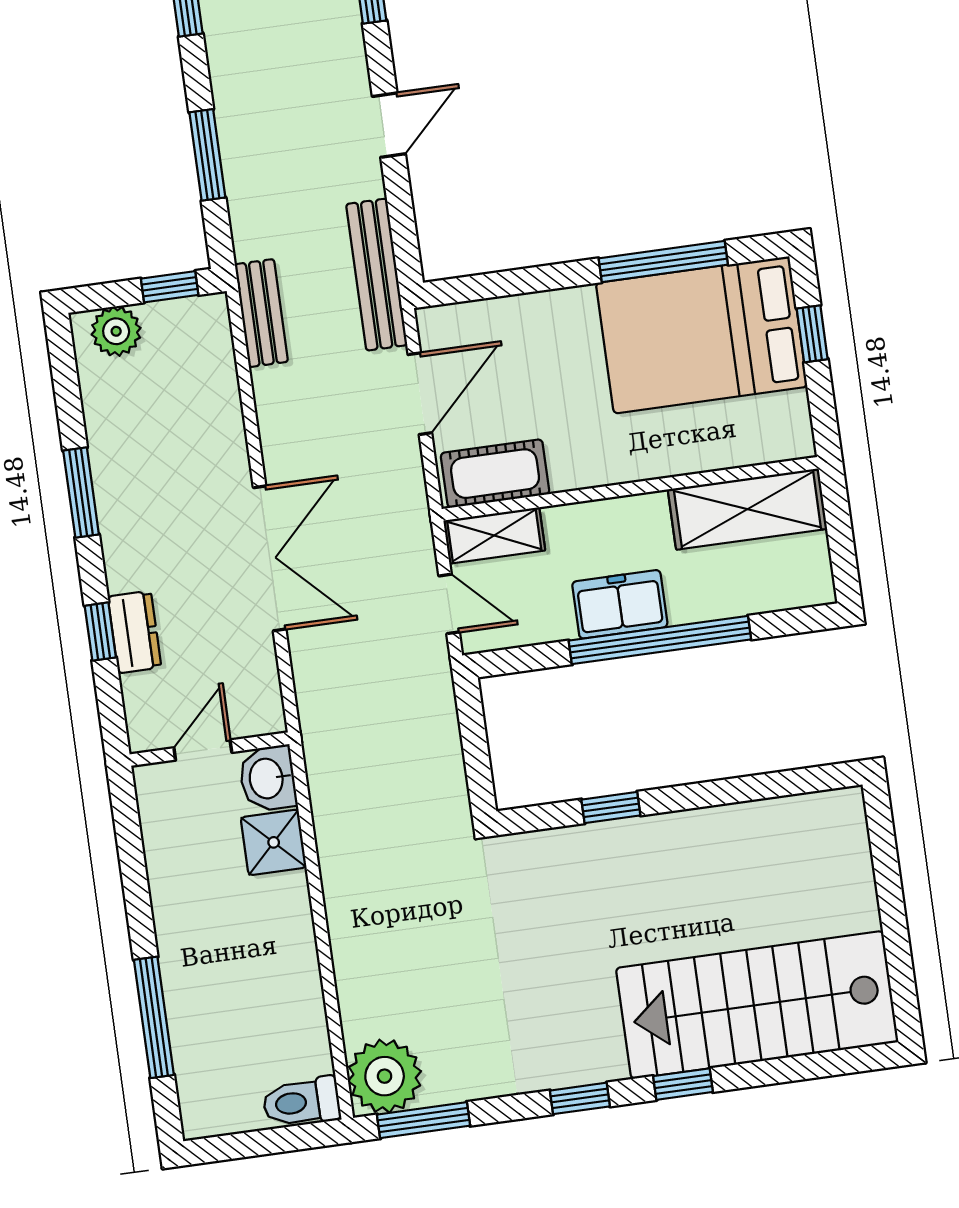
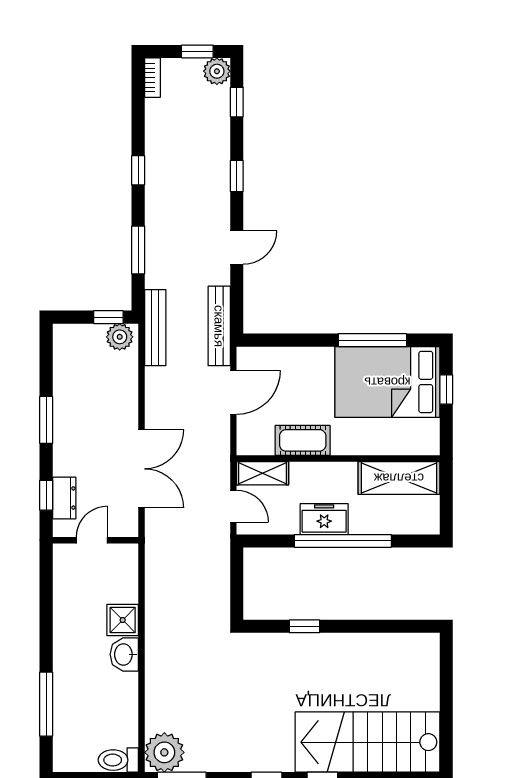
bench: (261, 313) -> (155, 328), width x1.36
plant: (116, 331) -> (120, 337), moved
cot: (495, 474) -> (303, 440), moved
wall: (209, 749) -> (95, 540), moved
door: (203, 750) -> (92, 540), moved
washbasin: (268, 778) -> (124, 654), moved

